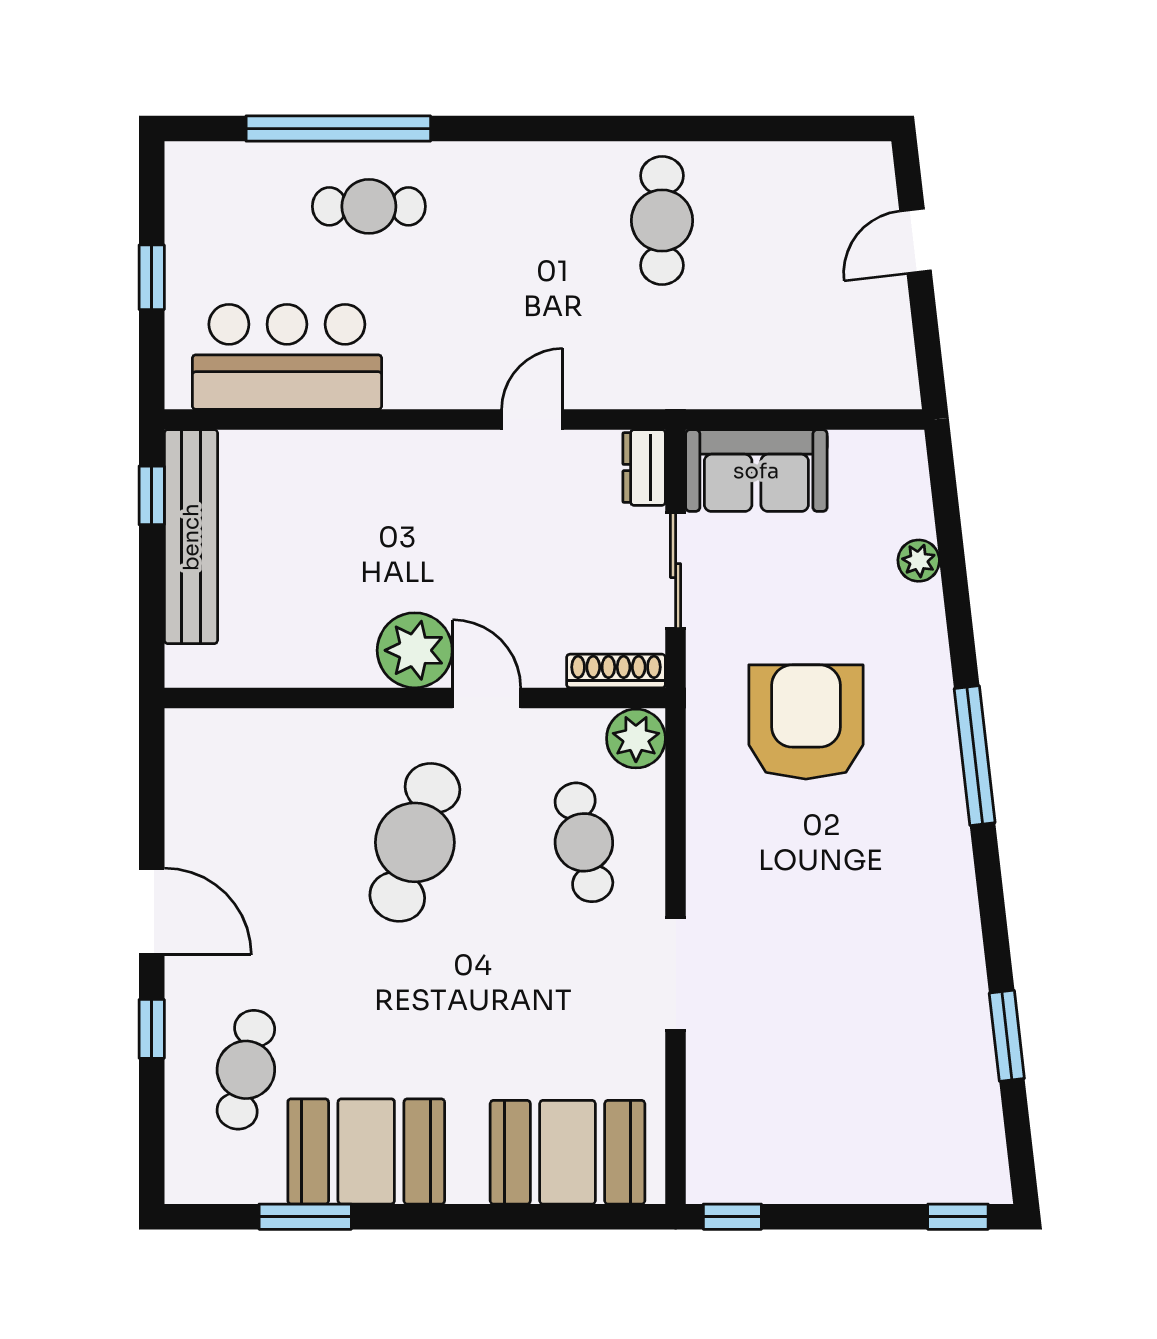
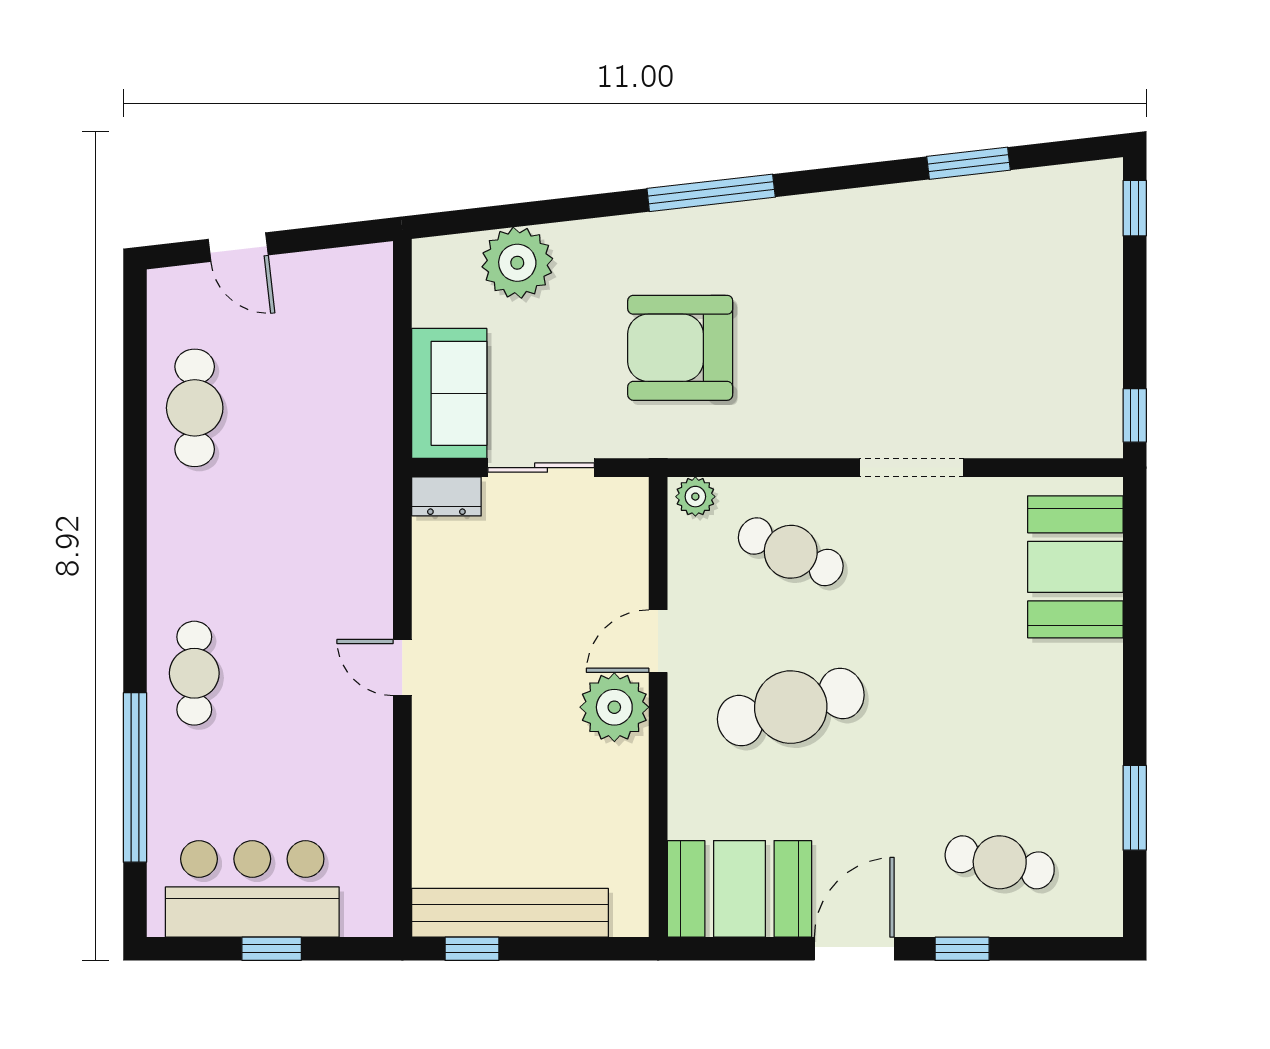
cafe table: (369, 206) -> (194, 673), moved
cafe table: (662, 221) -> (195, 408), moved, turned 90
bar counter: (287, 357) -> (252, 889), moved, turned 90
door: (532, 420) -> (402, 668), moved
plant: (919, 561) -> (517, 263), width x1.88, depth x1.88
shoe rack: (616, 671) -> (633, 522), removed
plant: (636, 738) -> (695, 497), width x0.73, depth x0.73
cafe table: (415, 842) -> (791, 707), turned -33
cafe table: (584, 842) -> (791, 552), turned 36
booth: (366, 1151) -> (739, 889), moved, turned 90

